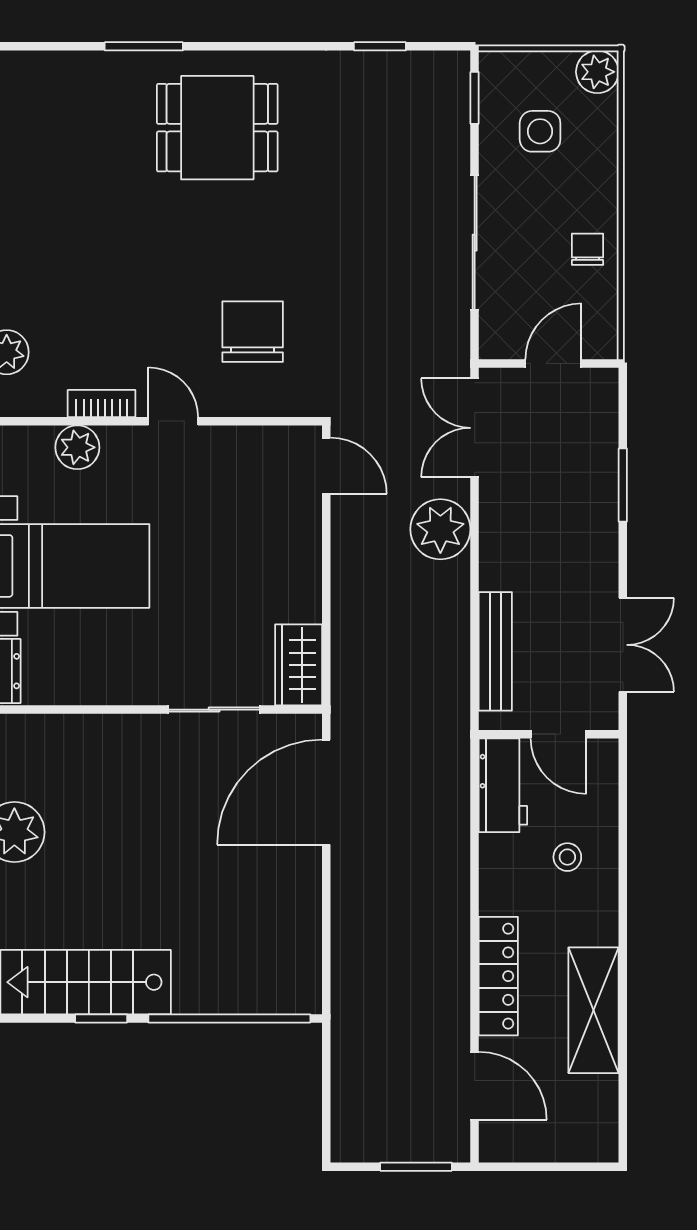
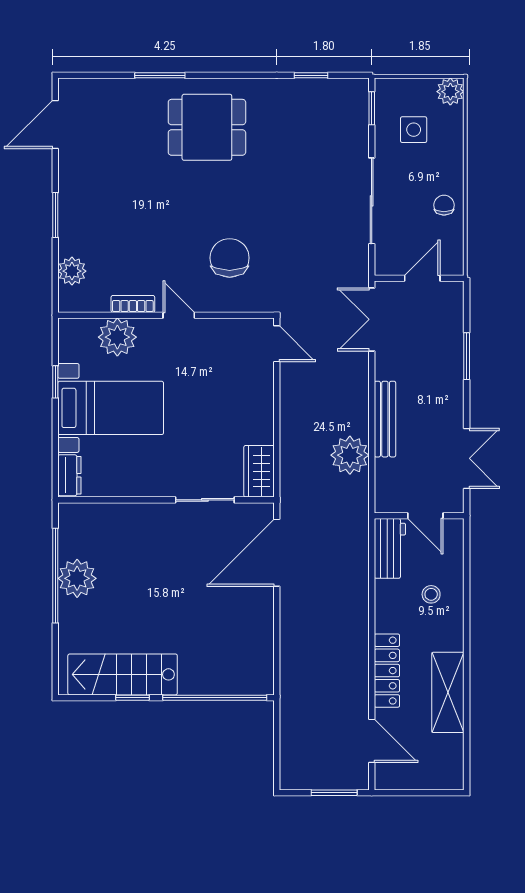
plant: (77, 447) -> (117, 337), width x1.36, depth x1.36
plant: (440, 529) -> (350, 455), moved
bench: (495, 651) -> (385, 419), moved

